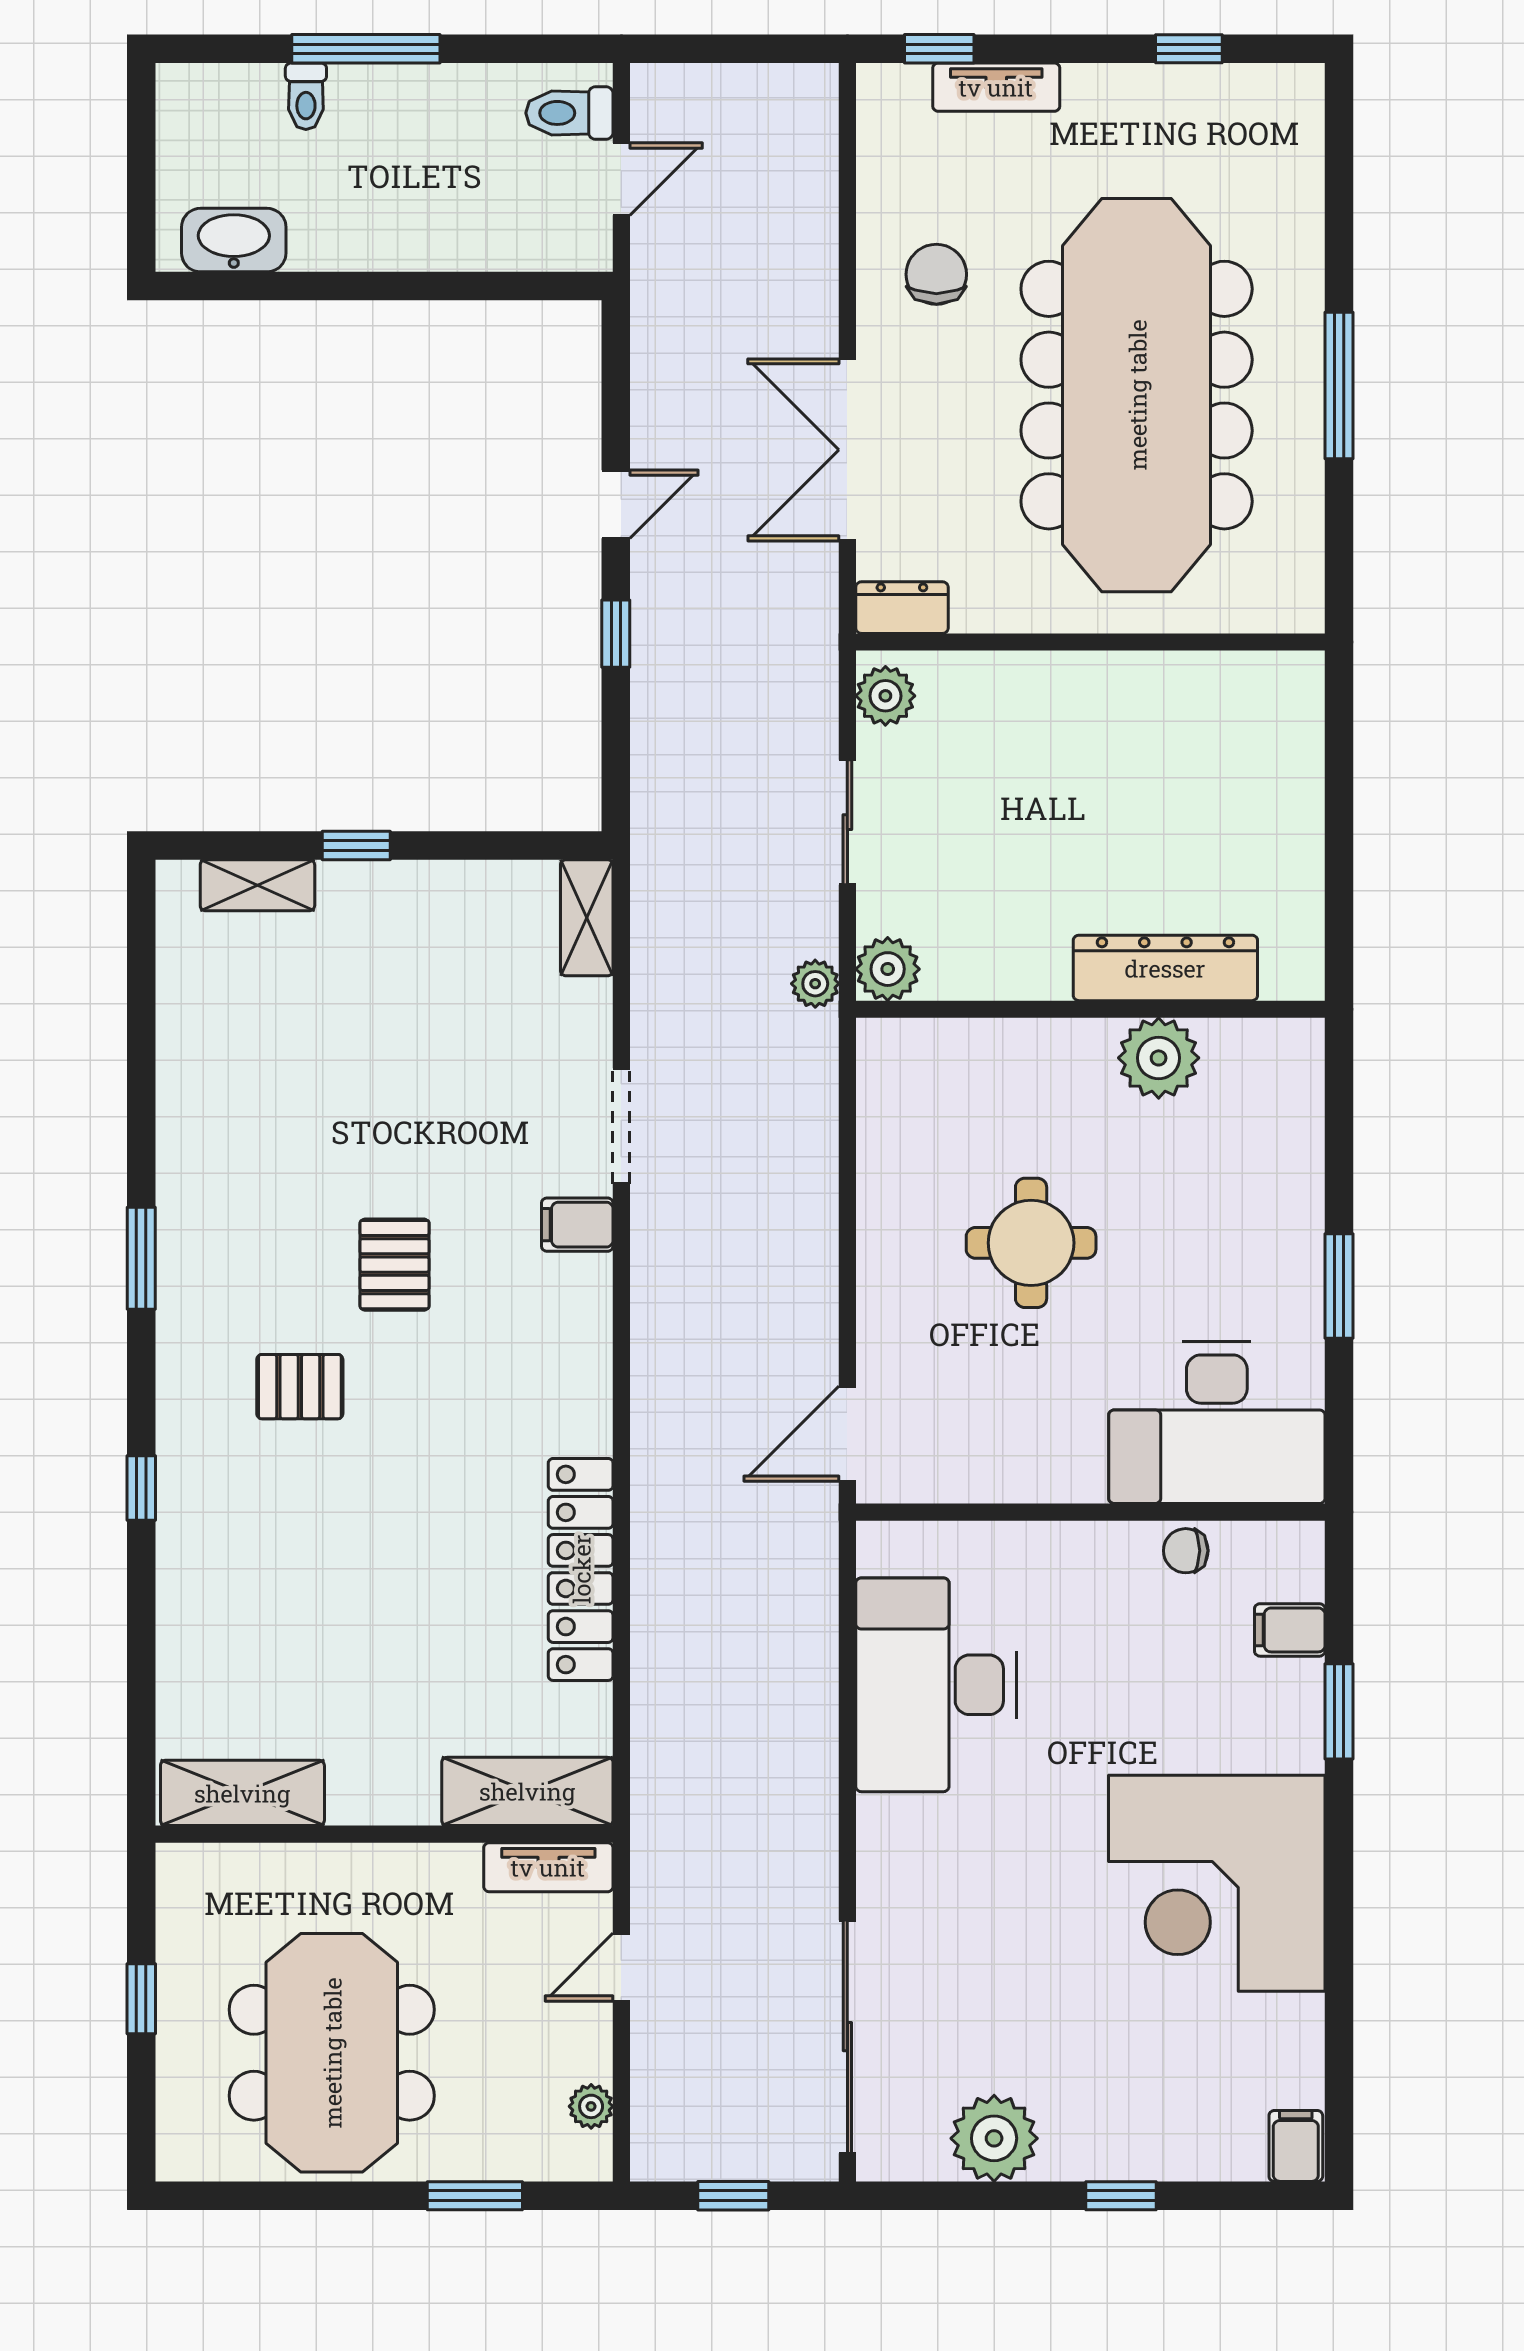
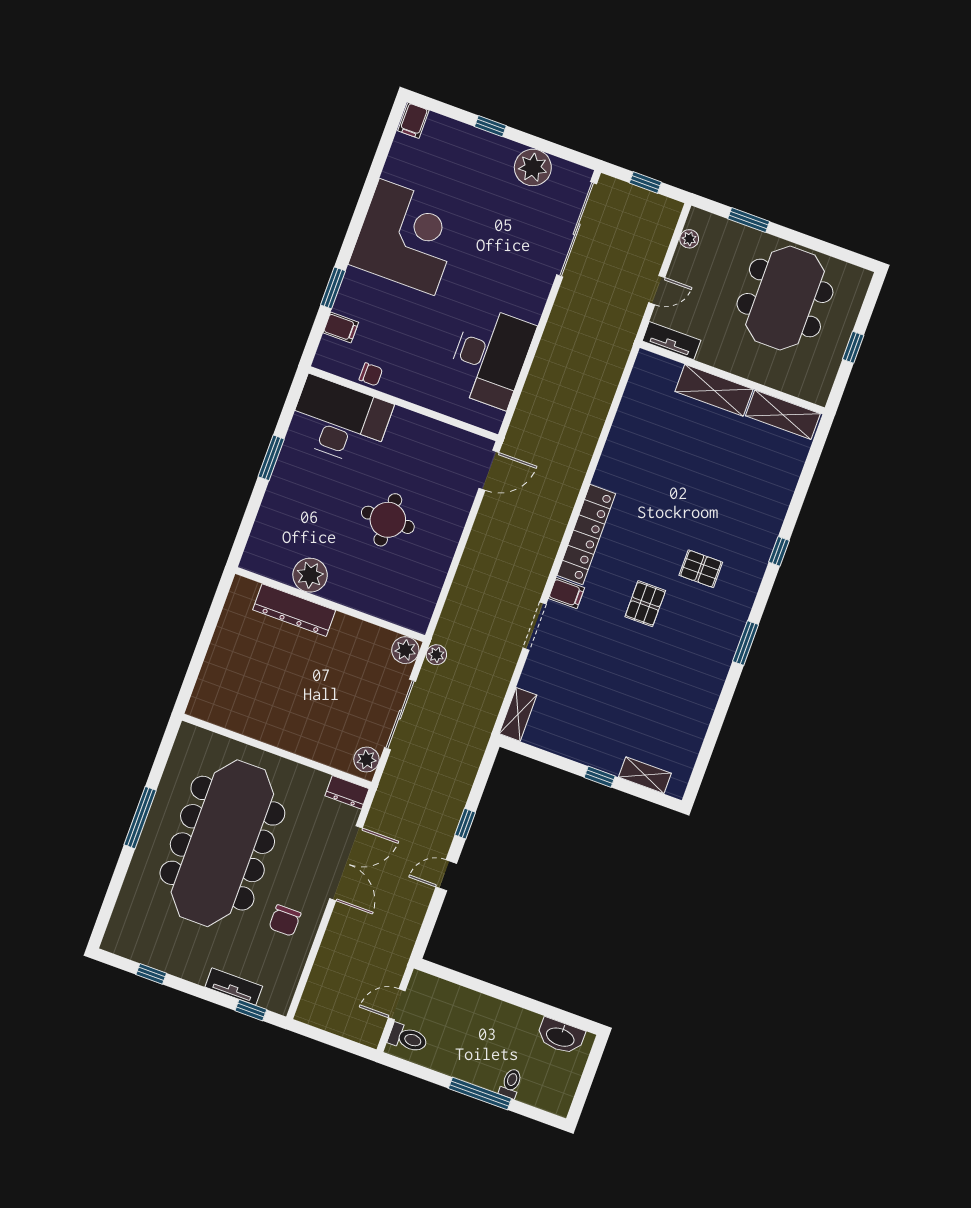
sliding door: (847, 822) -> (400, 715), width x1.37
locker: (581, 1569) -> (586, 535), moved
shelving: (527, 1791) -> (714, 390), moved

